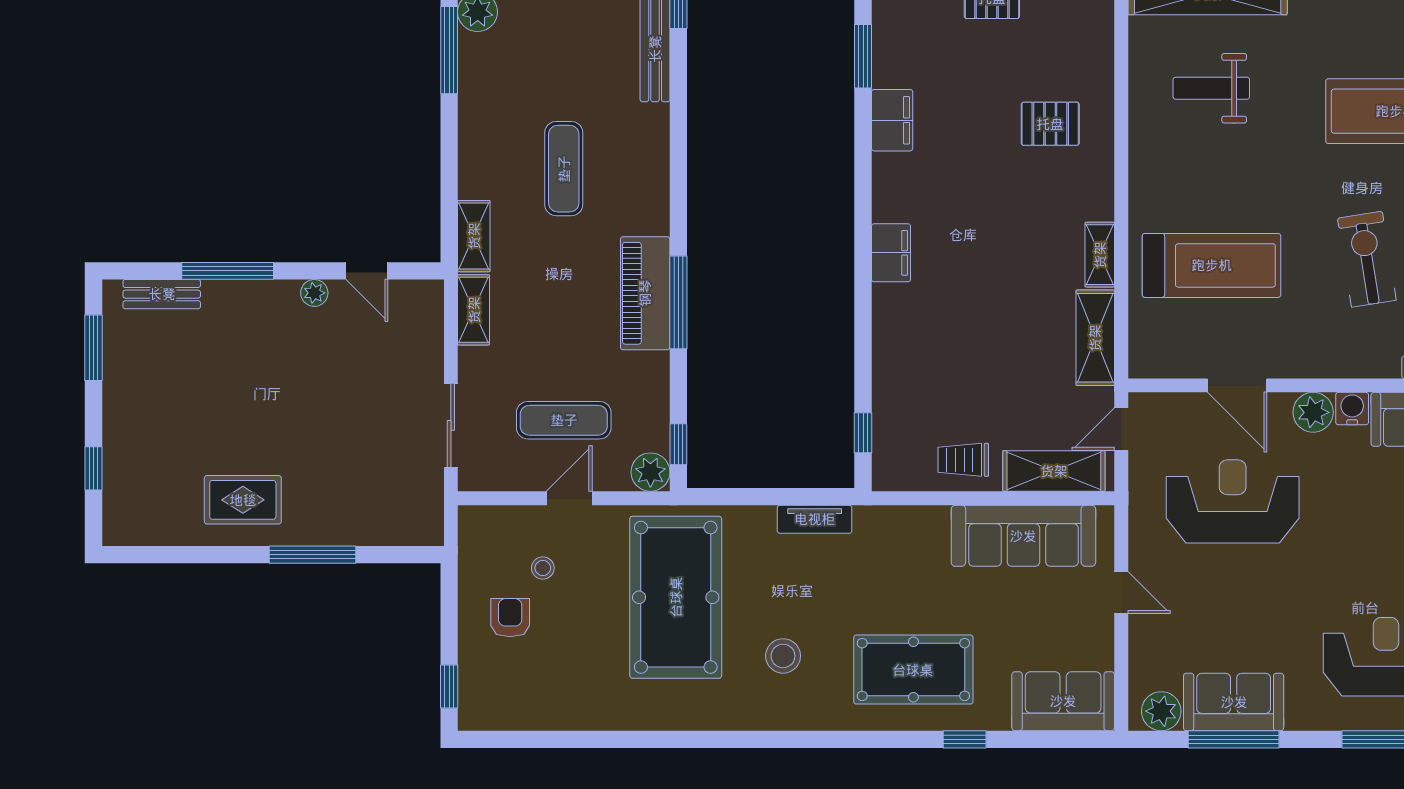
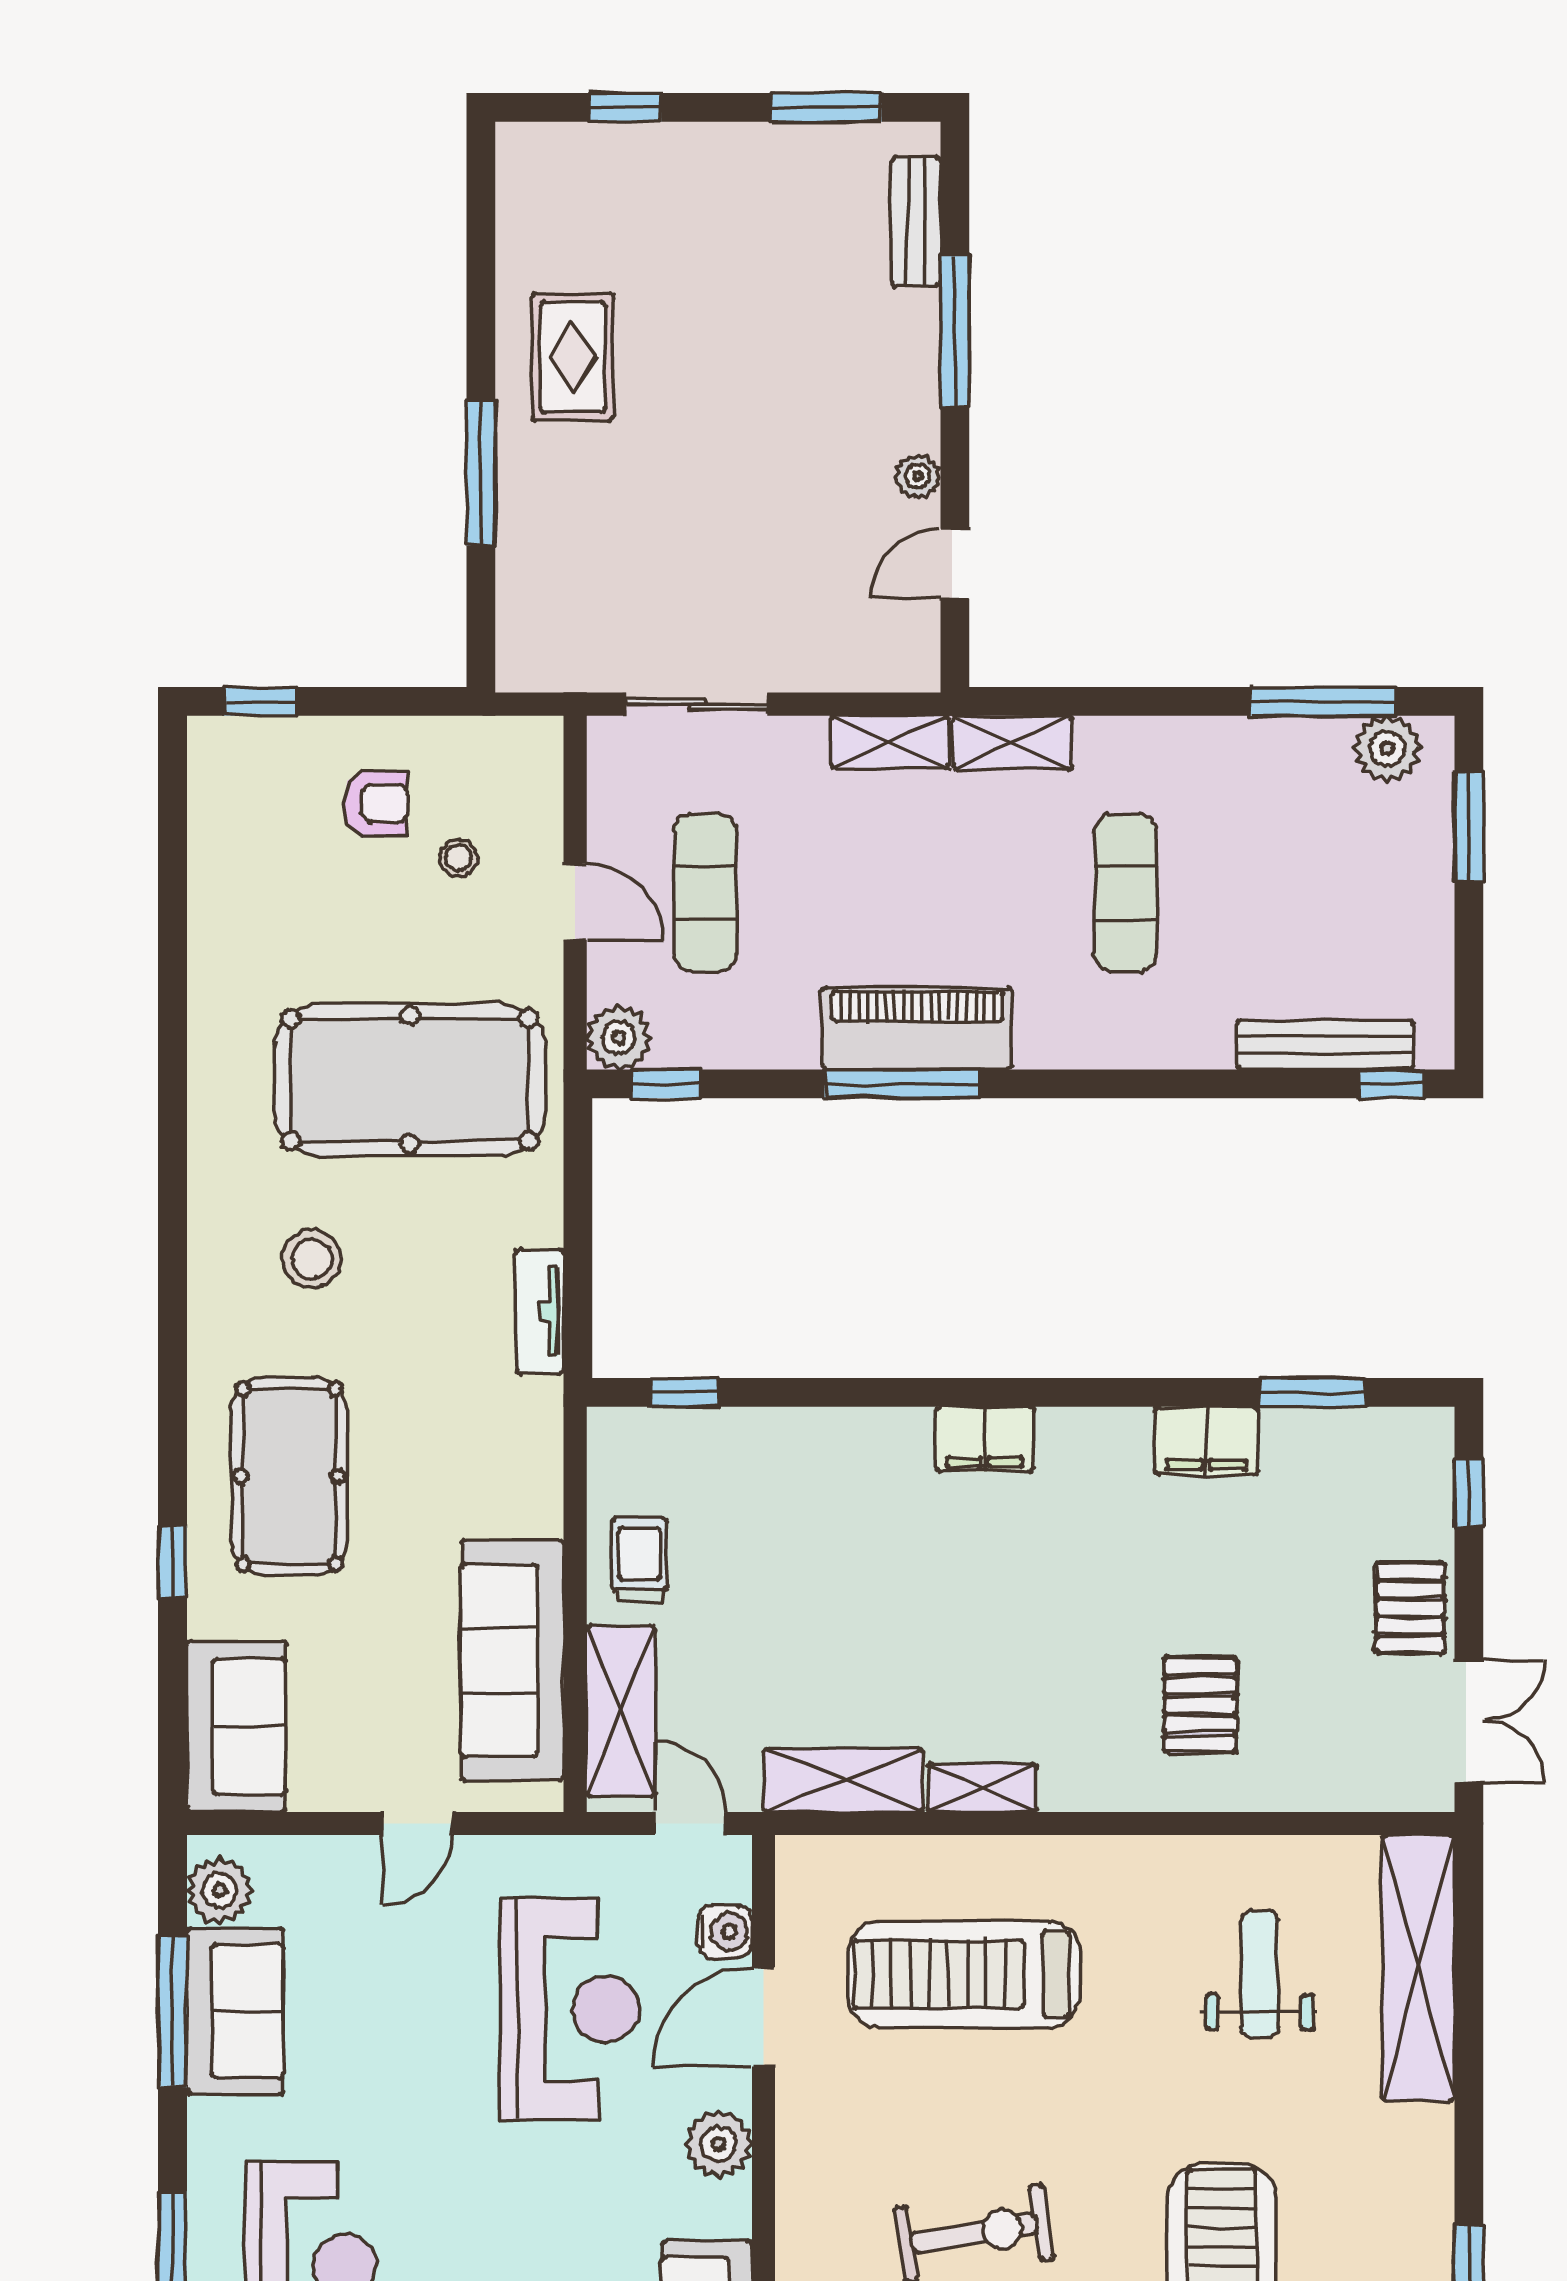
exercise mat: (564, 169) -> (1126, 893), turned 90
treadmill: (1212, 265) -> (964, 1974), turned 90
water cooler: (1352, 409) -> (725, 1932), moved

